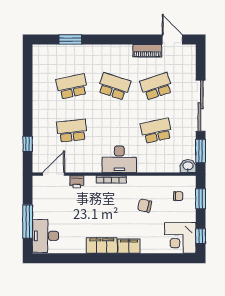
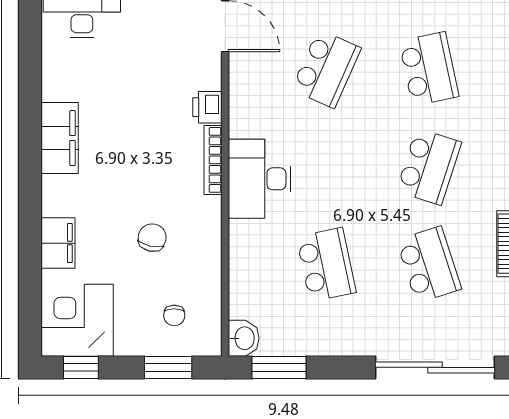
sliding door: (201, 106) -> (435, 367), moved
school desk: (72, 131) -> (326, 69), turned 30
printer: (77, 182) -> (207, 107), moved
filing cabinet: (129, 246) -> (58, 243), moved

